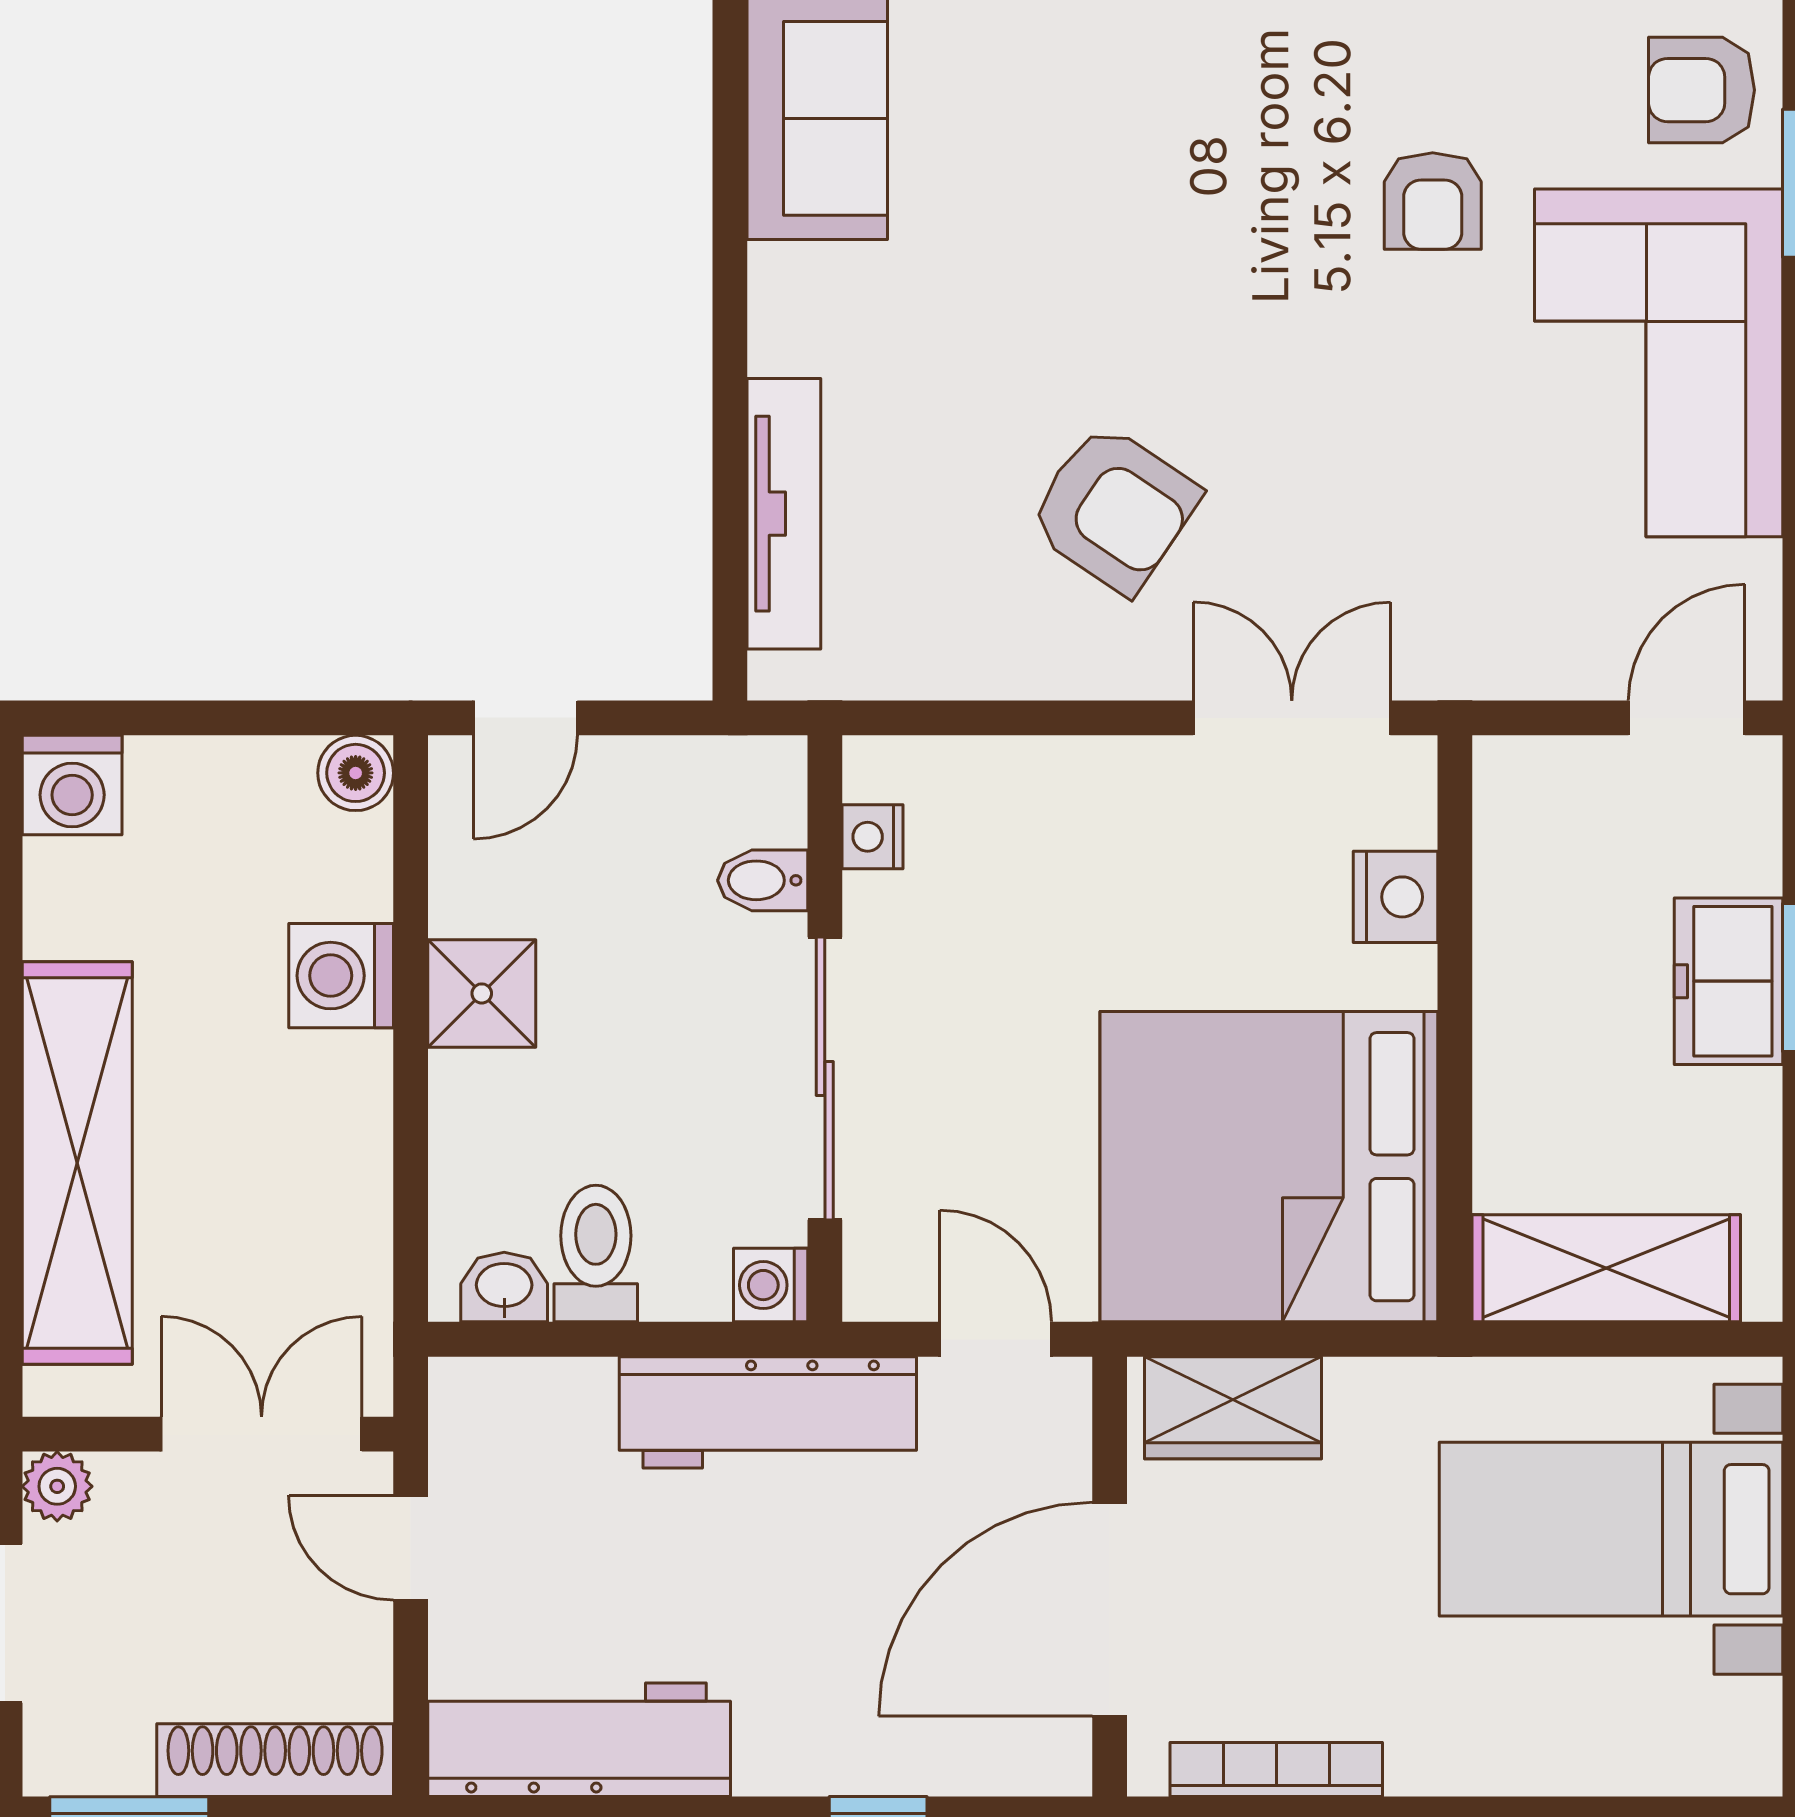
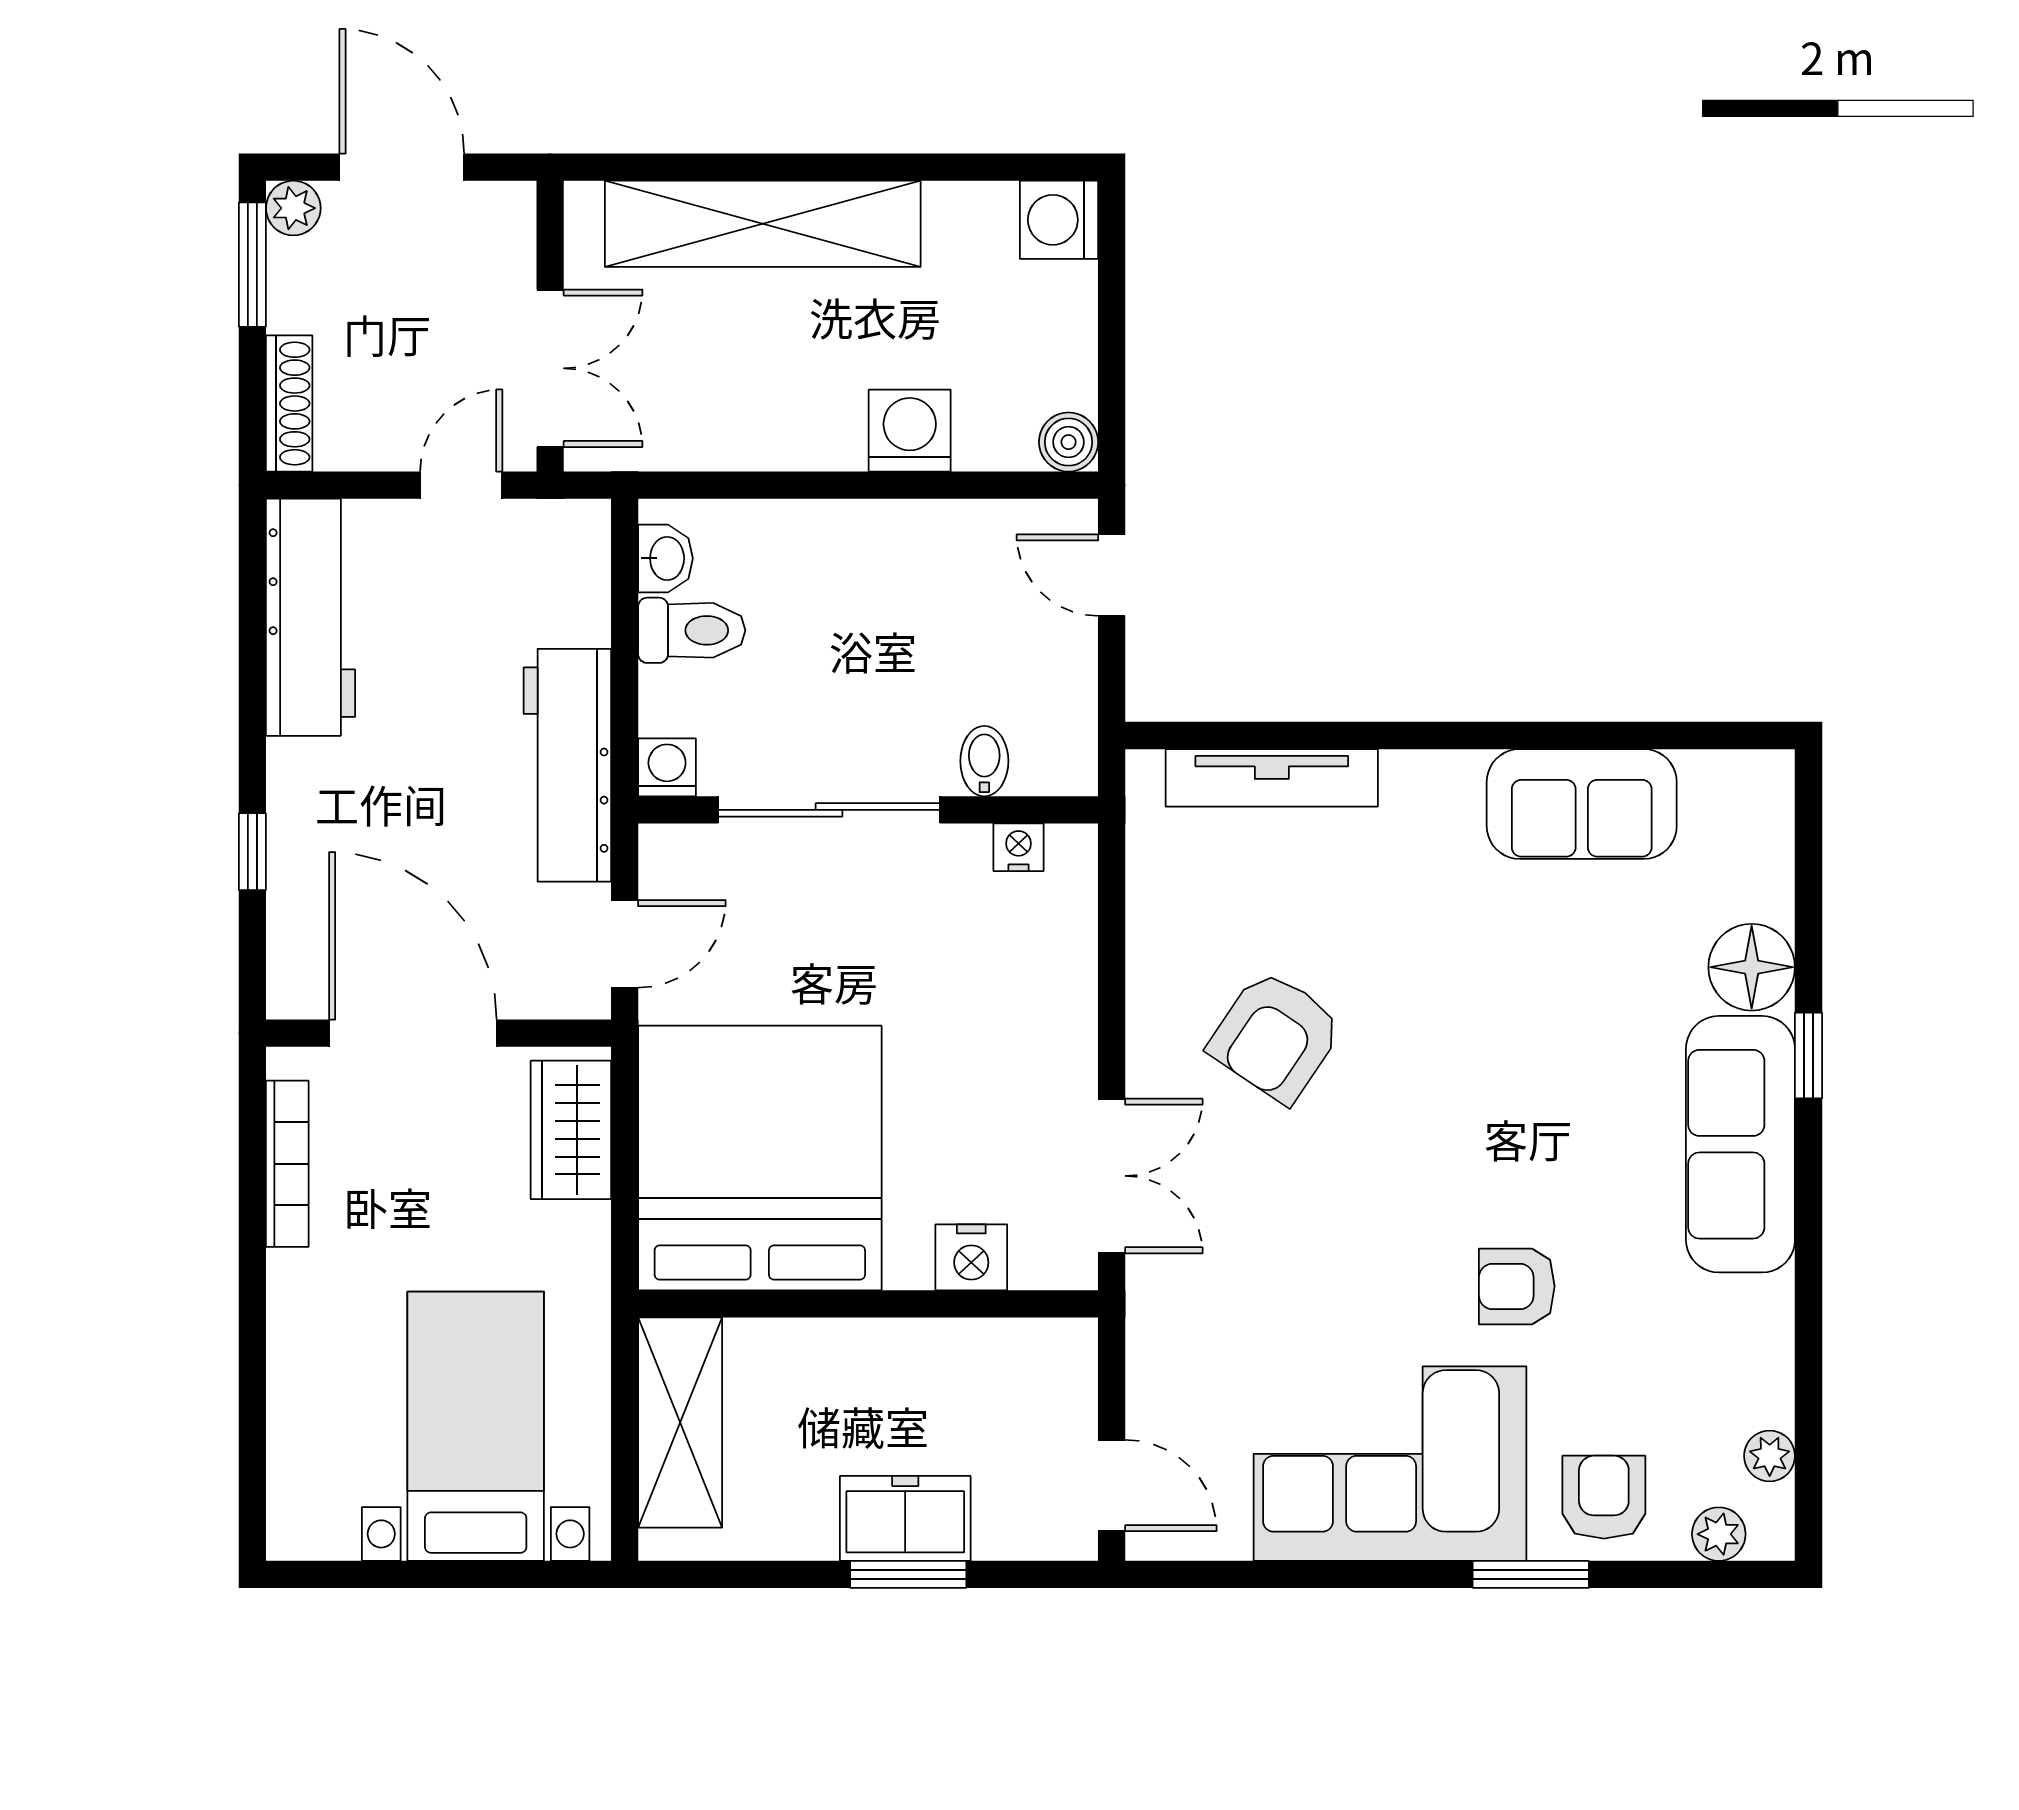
shower: (482, 993) -> (896, 541), removed
plant: (57, 1486) -> (293, 208), moved
shoe rack: (275, 1760) -> (289, 403), width x0.74, depth x0.81

